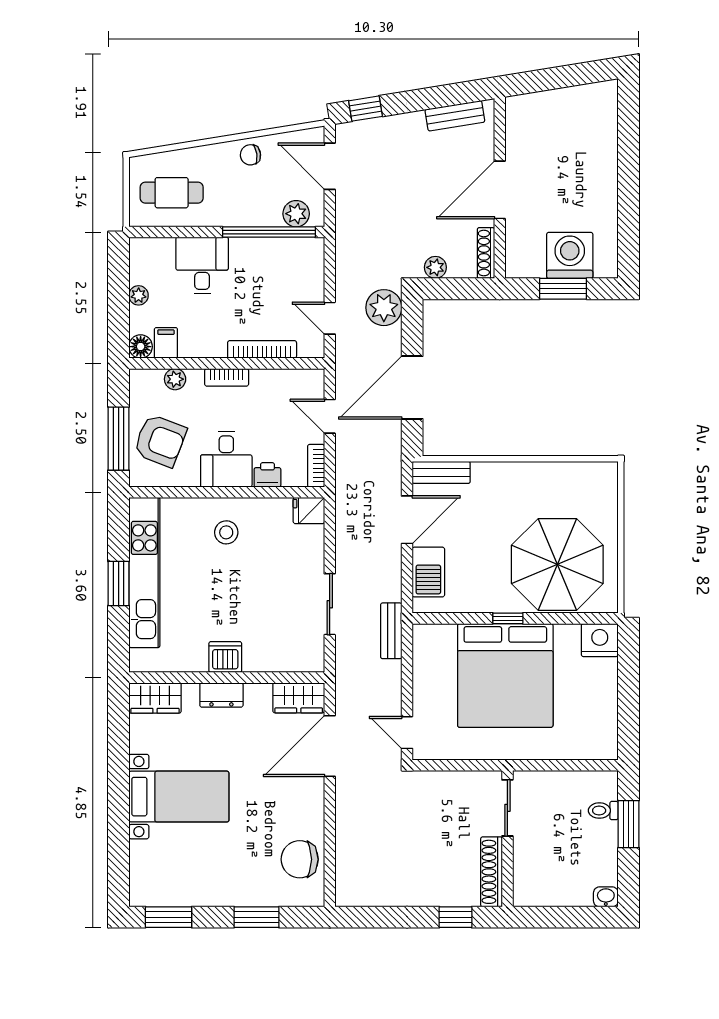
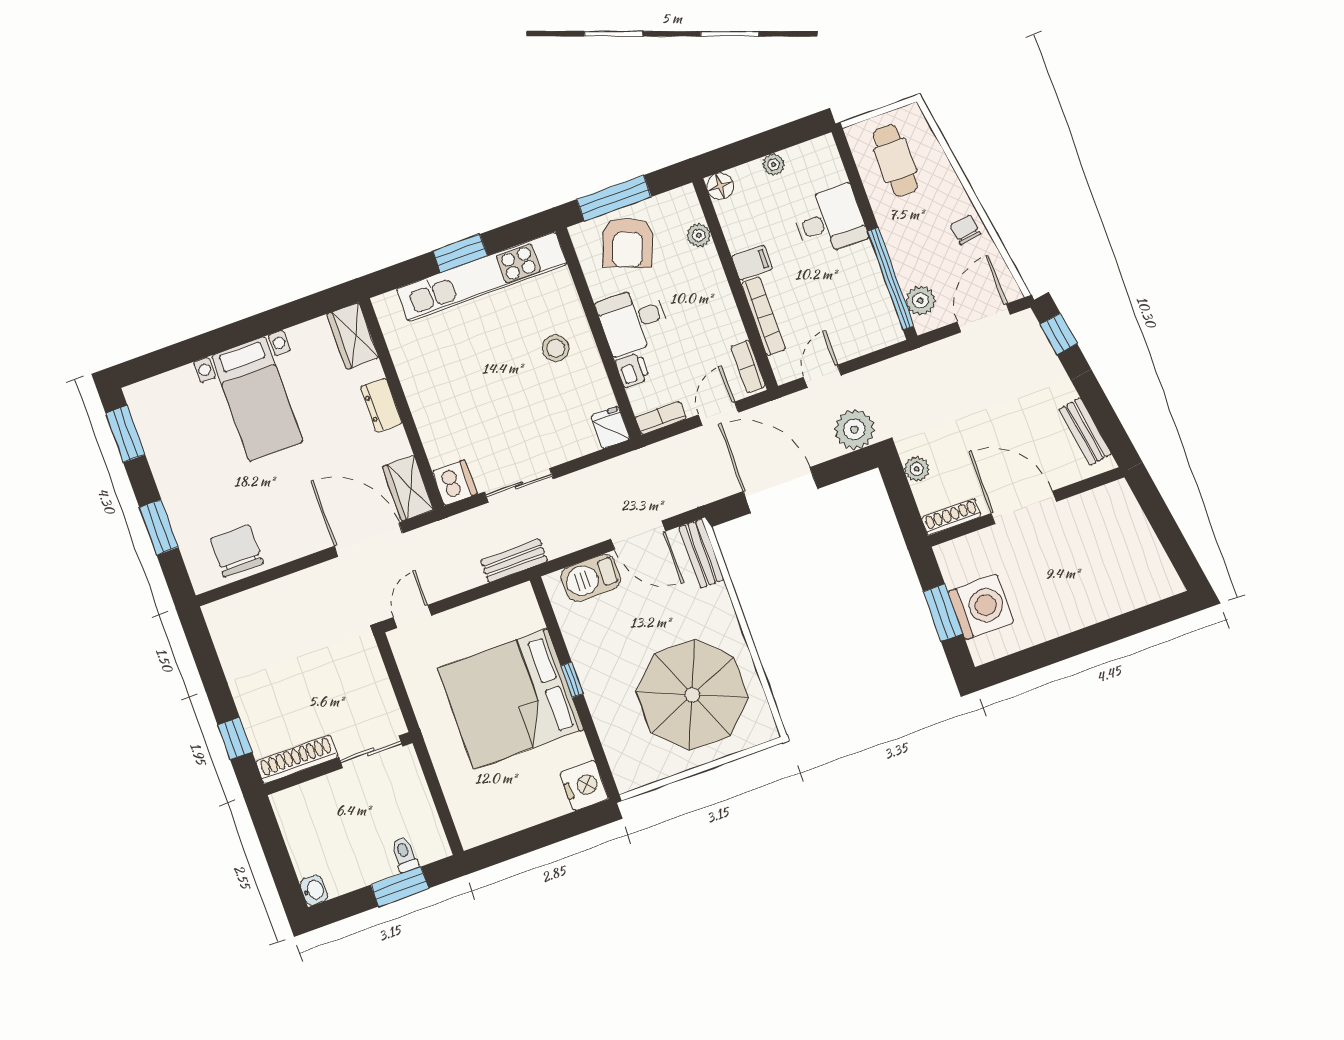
filing cabinet: (166, 343) -> (752, 263), moved
bookcase: (227, 377) -> (748, 366), moved
parasol: (557, 564) -> (692, 695), moved
dishwasher: (225, 657) -> (455, 483), moved

